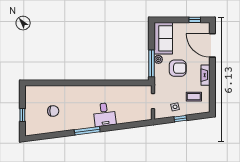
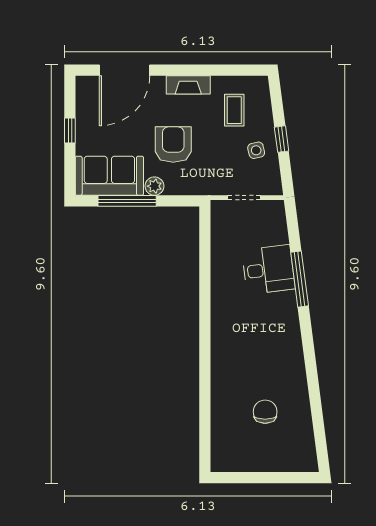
window: (195, 20) -> (70, 131), moved
window: (151, 63) -> (127, 201), moved
desk: (104, 114) -> (268, 270), moved
window: (22, 115) -> (274, 478), removed
window: (87, 131) -> (300, 279), moved

